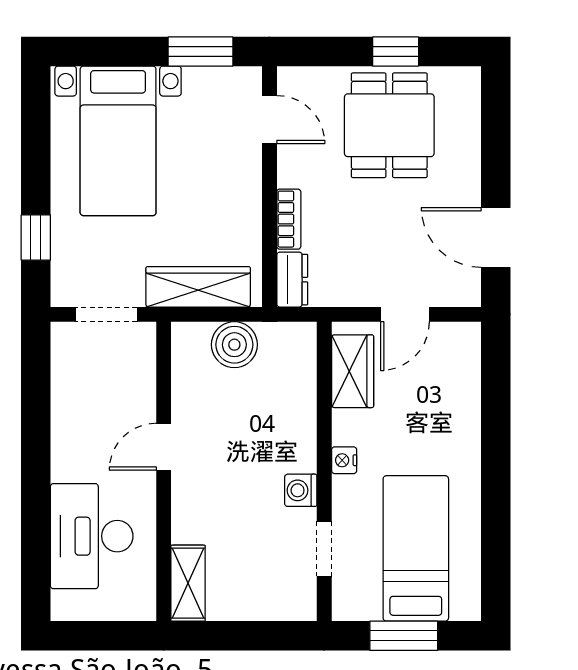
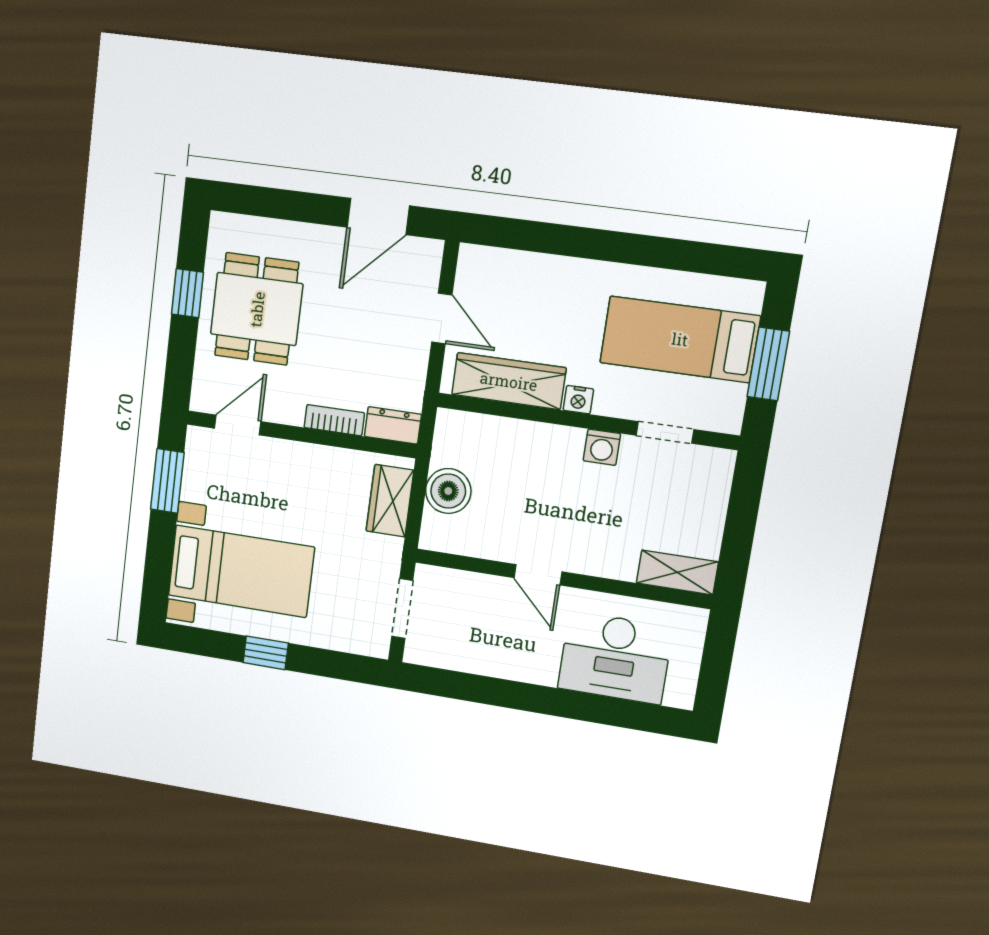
dining table: (389, 125) -> (257, 309), turned 90
window: (36, 237) -> (266, 653), moved
wardrobe: (198, 287) -> (390, 501), width x0.67
wardrobe: (353, 371) -> (509, 381), width x1.50

